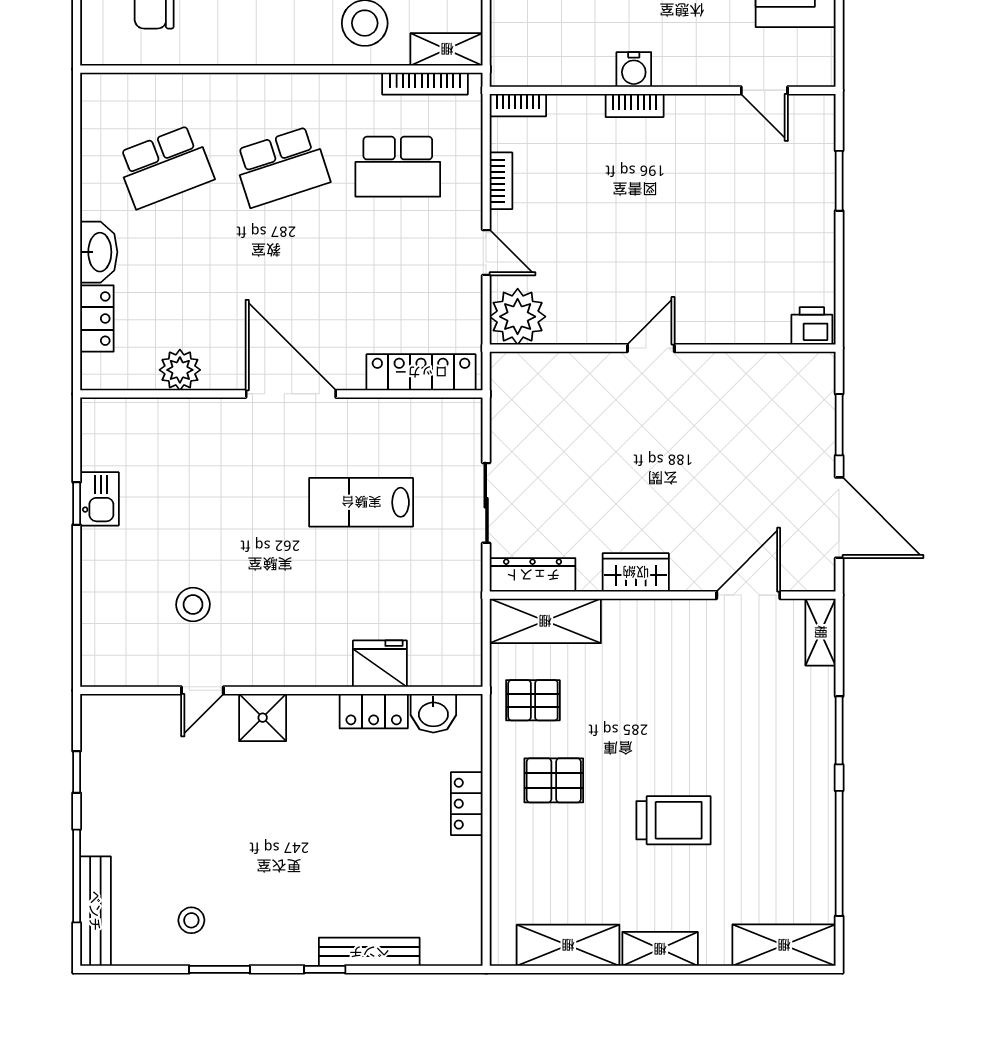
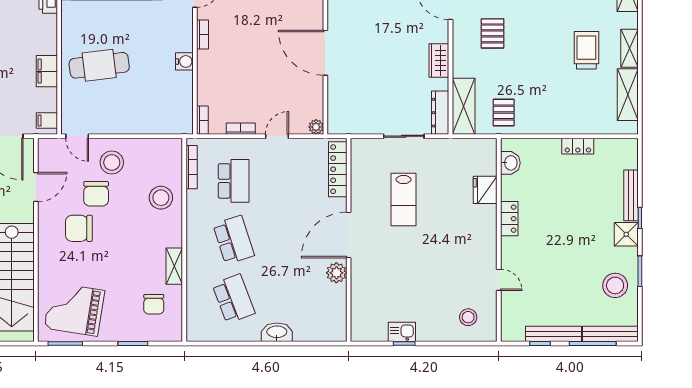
shelving: (447, 49) -> (174, 266), moved
bookcase: (635, 105) -> (203, 35), moved
plant: (518, 317) -> (316, 127), width x0.53, depth x0.53
locker: (97, 319) -> (310, 333), removed
door: (651, 348) -> (325, 53), width x1.88
plant: (180, 370) -> (336, 273), moved
stool: (193, 605) -> (468, 317), moved
locker: (374, 711) -> (509, 219), moved
shower: (263, 718) -> (626, 234), moved
pallet: (554, 780) -> (493, 33), moved
bench: (95, 799) -> (553, 334), added
locker: (467, 804) -> (578, 146), moved
trolley: (673, 820) -> (586, 50), moved
stool: (191, 920) -> (615, 285), width x1.89, depth x1.89

